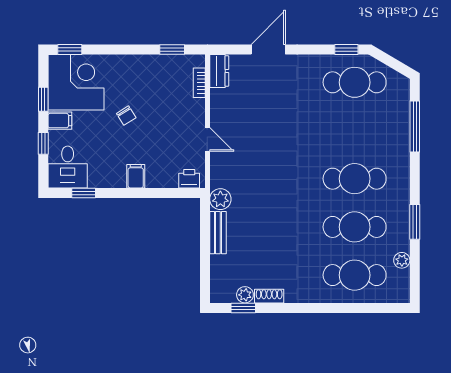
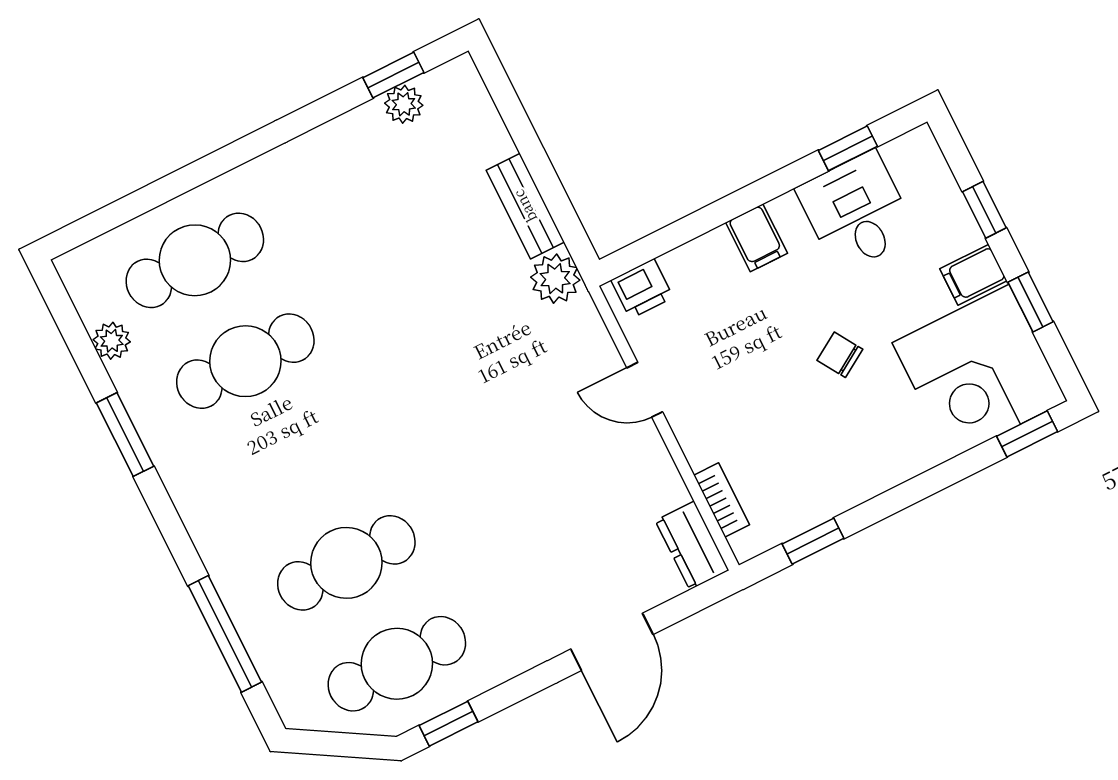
desk: (68, 167) -> (857, 212), moved
cafe table: (355, 179) -> (346, 563), moved
shoe rack: (269, 296) -> (352, 127), removed

